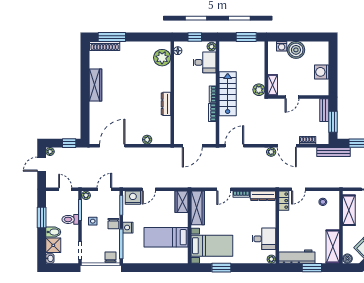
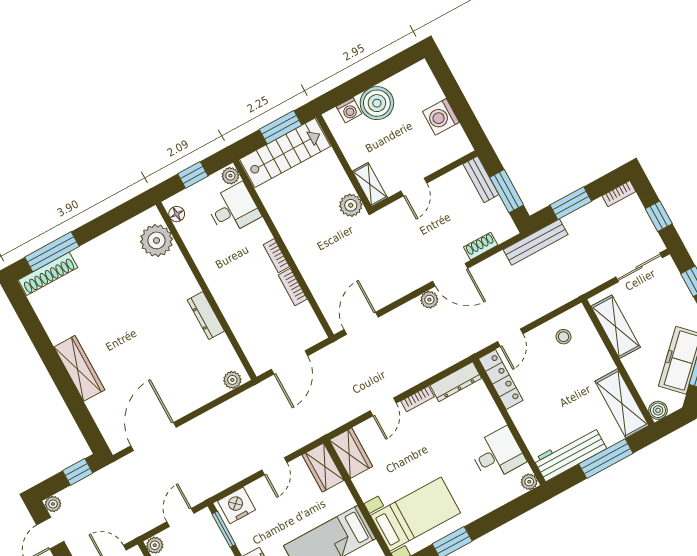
wardrobe: (95, 85) -> (79, 368), moved
stairs: (228, 94) -> (285, 153), moved, turned 90
plant: (147, 140) -> (232, 380), moved
door: (149, 189) -> (274, 466), moved
locker: (284, 201) -> (501, 379), width x1.53
wardrobe: (198, 208) -> (351, 453), width x0.67
window: (312, 268) -> (606, 459), width x1.44

